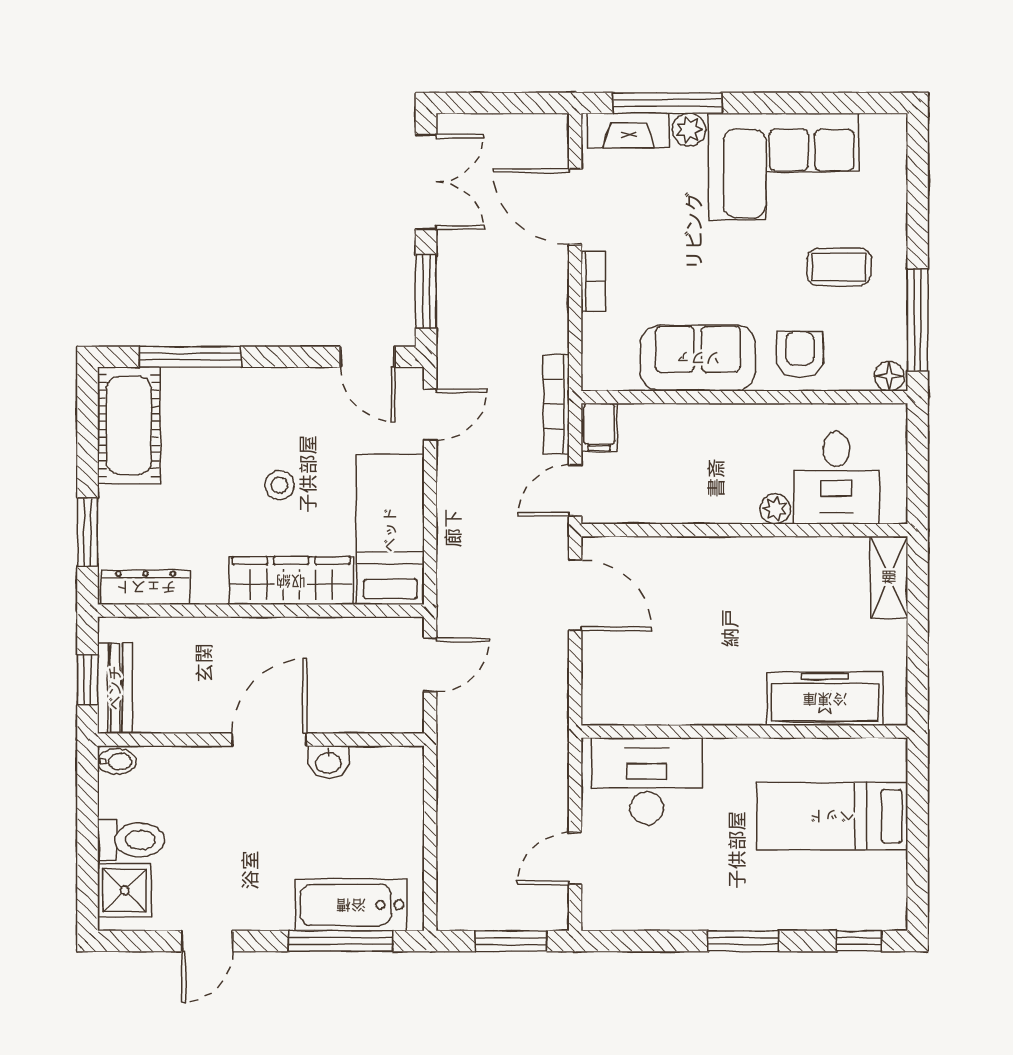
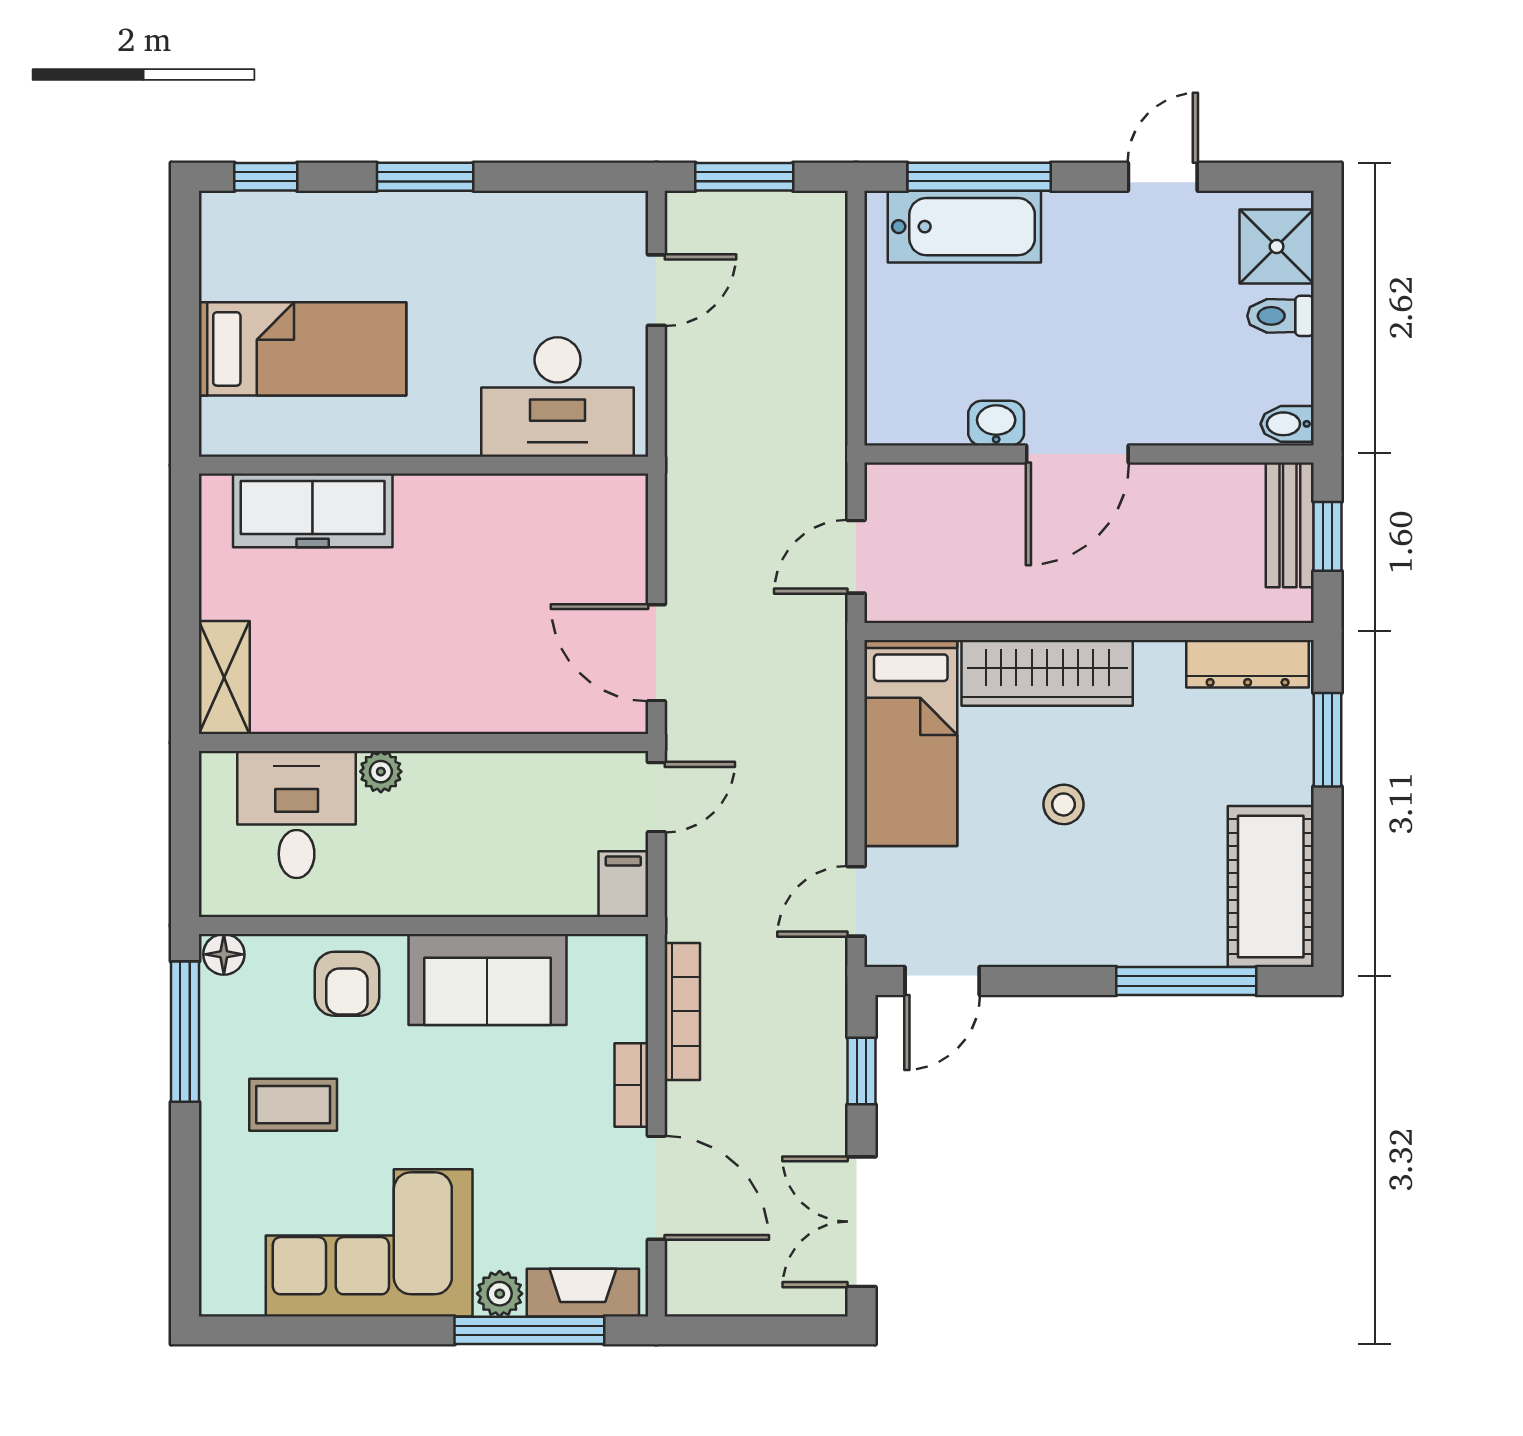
window: (426, 291) -> (862, 1071), width x0.67
door: (367, 357) -> (942, 981), swing flipped
bookcase: (556, 404) -> (682, 1011), moved
toilet: (131, 840) -> (1280, 316), width x0.73, depth x0.72

